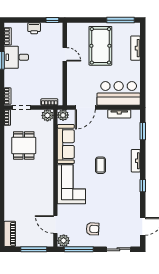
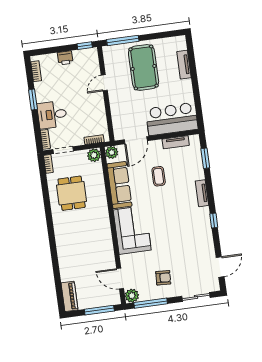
window: (121, 20) -> (123, 40), moved
door: (65, 54) -> (104, 83), swing flipped
desk: (16, 57) -> (52, 115), moved
coffee table: (100, 165) -> (159, 176), moved

